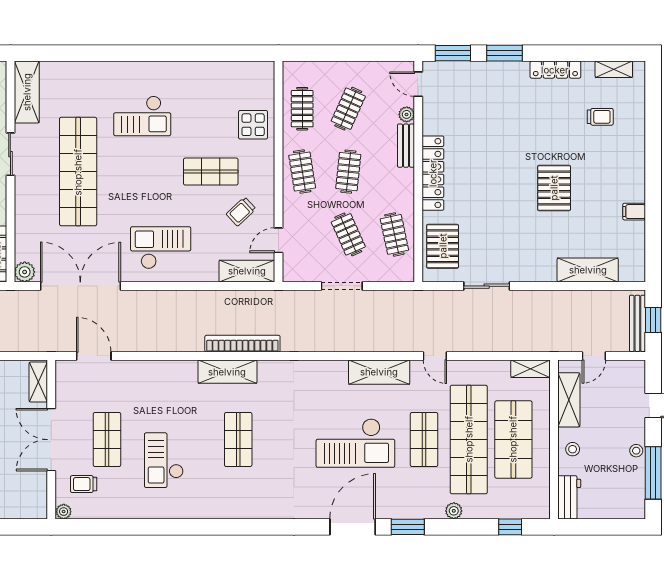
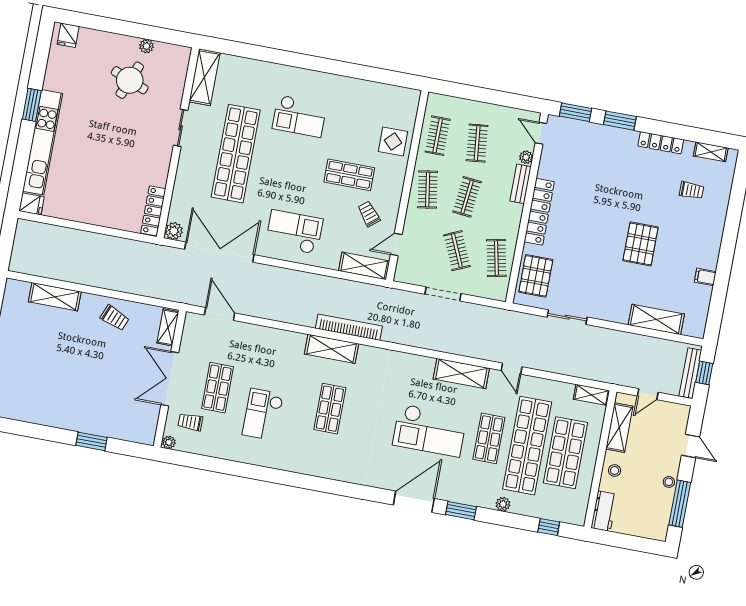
clothes rail: (348, 109) -> (477, 143), turned -30
trolley: (241, 212) -> (369, 214), turned 94

